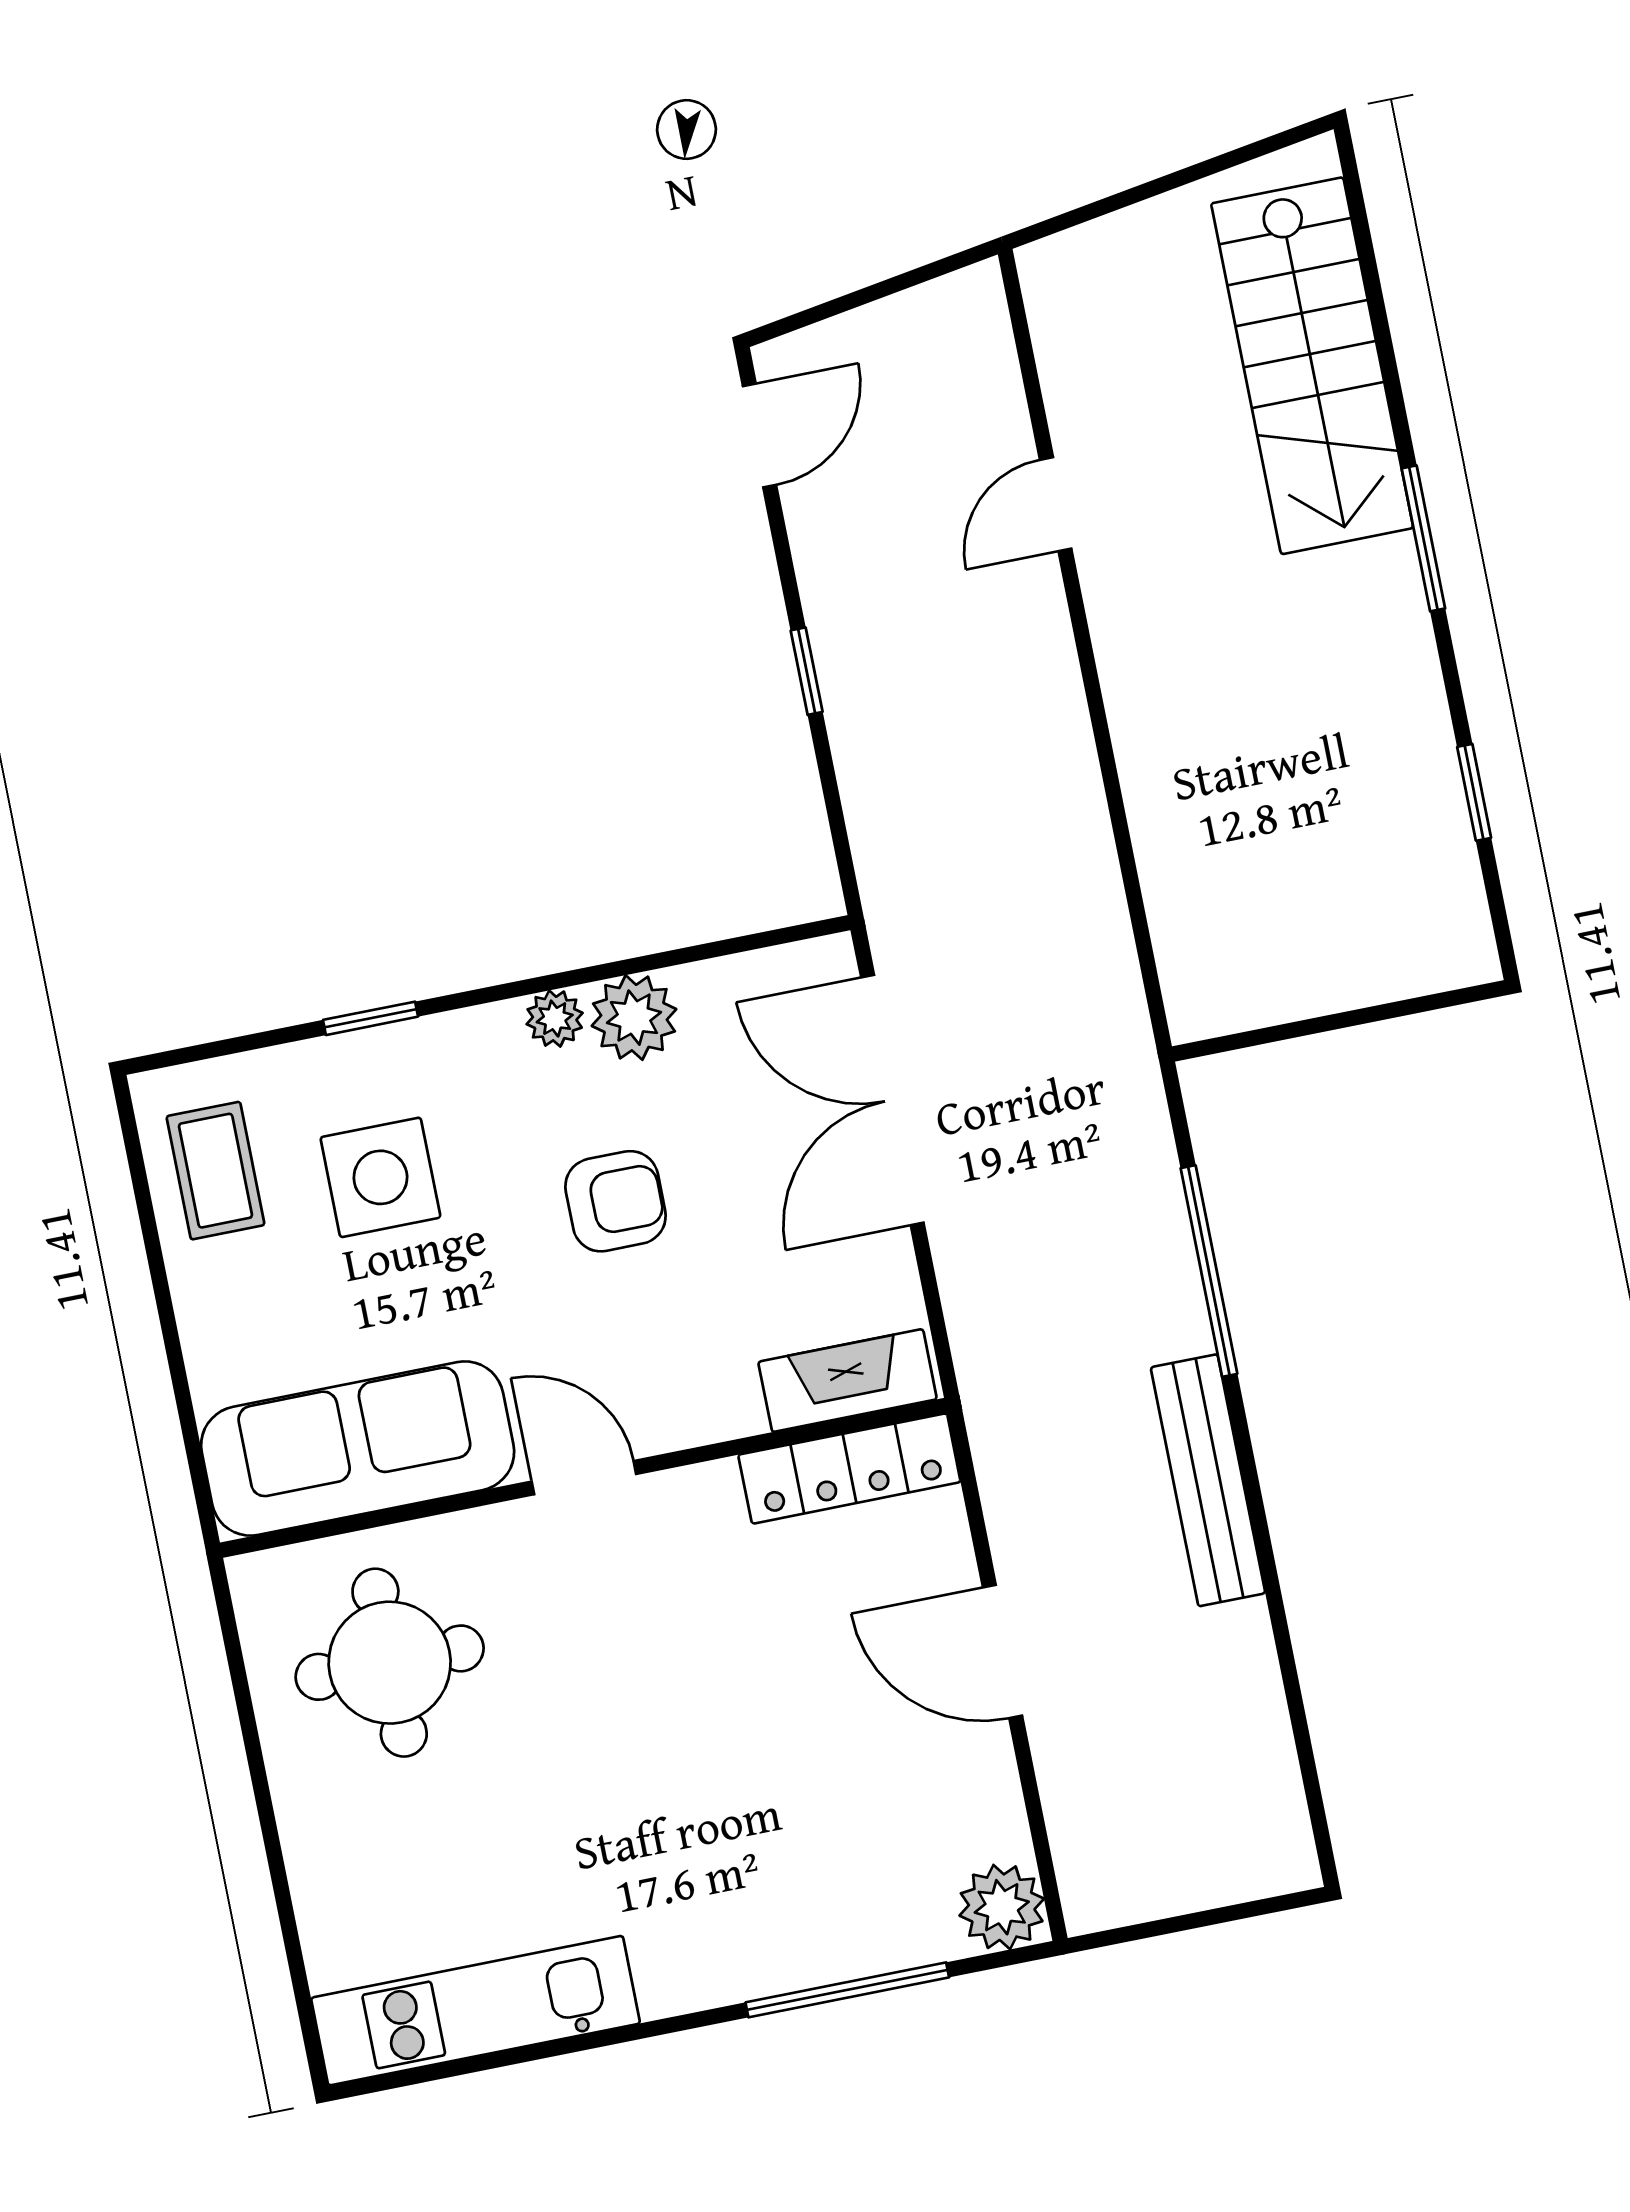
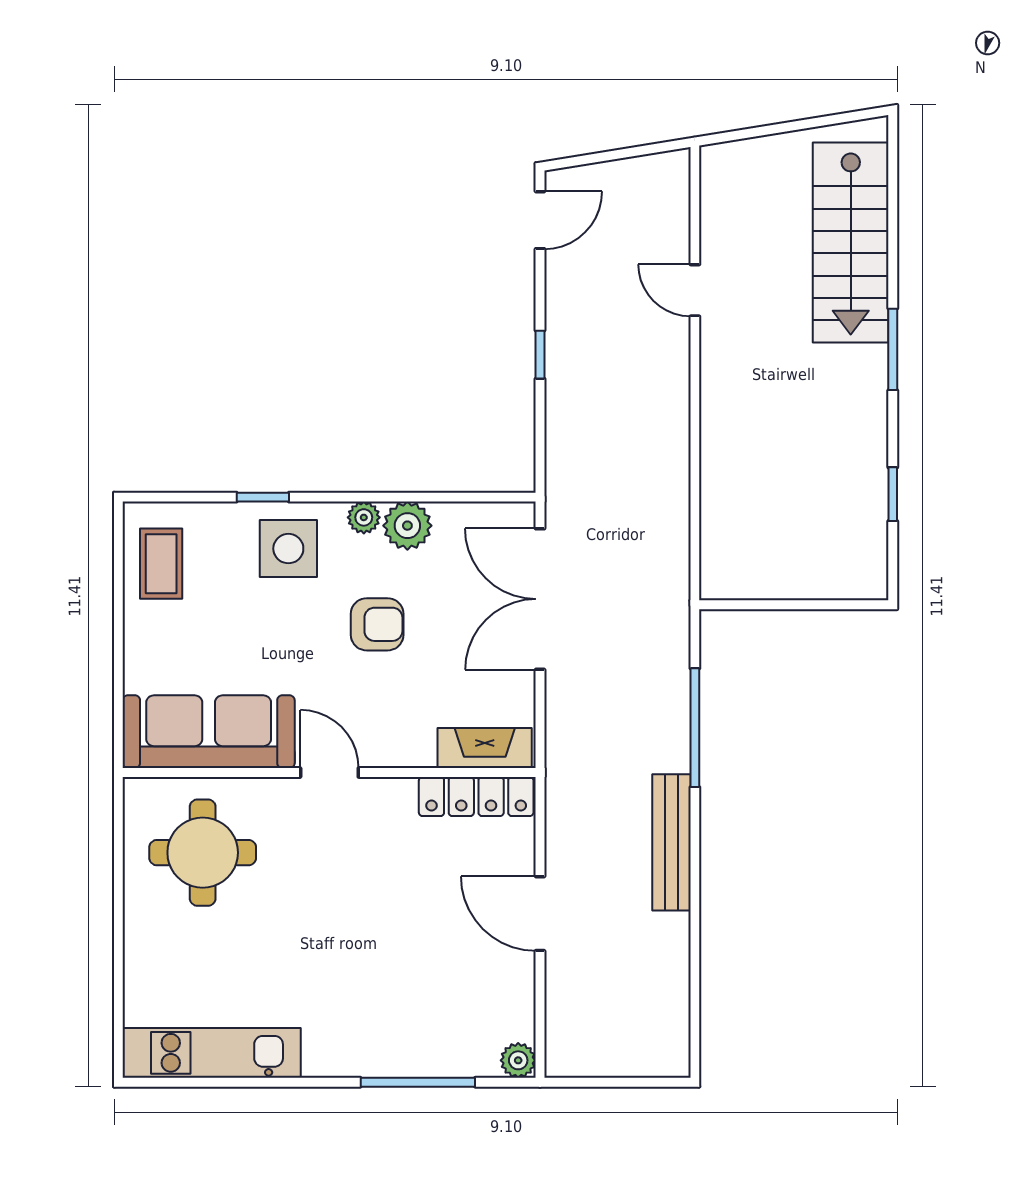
door: (1056, 504) -> (695, 290), hinge flipped
side table: (380, 1177) -> (288, 549), moved
plant: (1002, 1907) -> (518, 1060), width x0.73, depth x0.73

